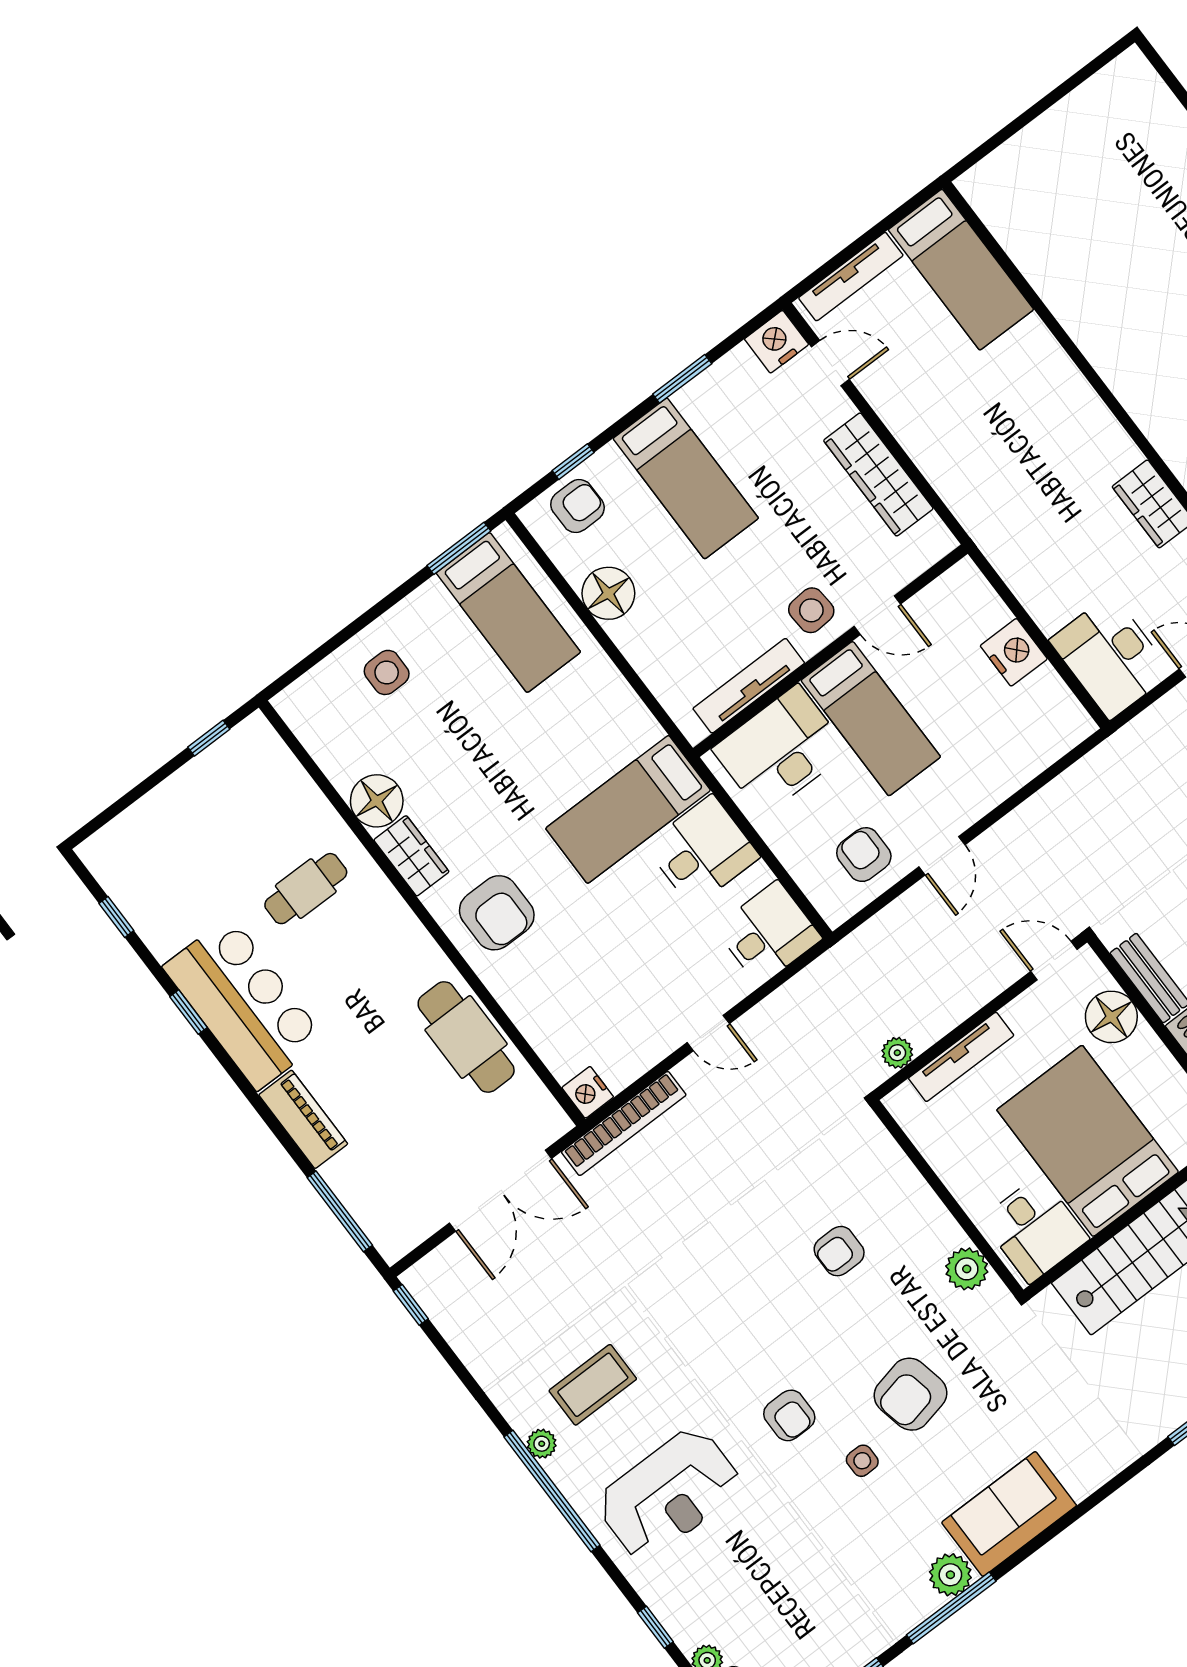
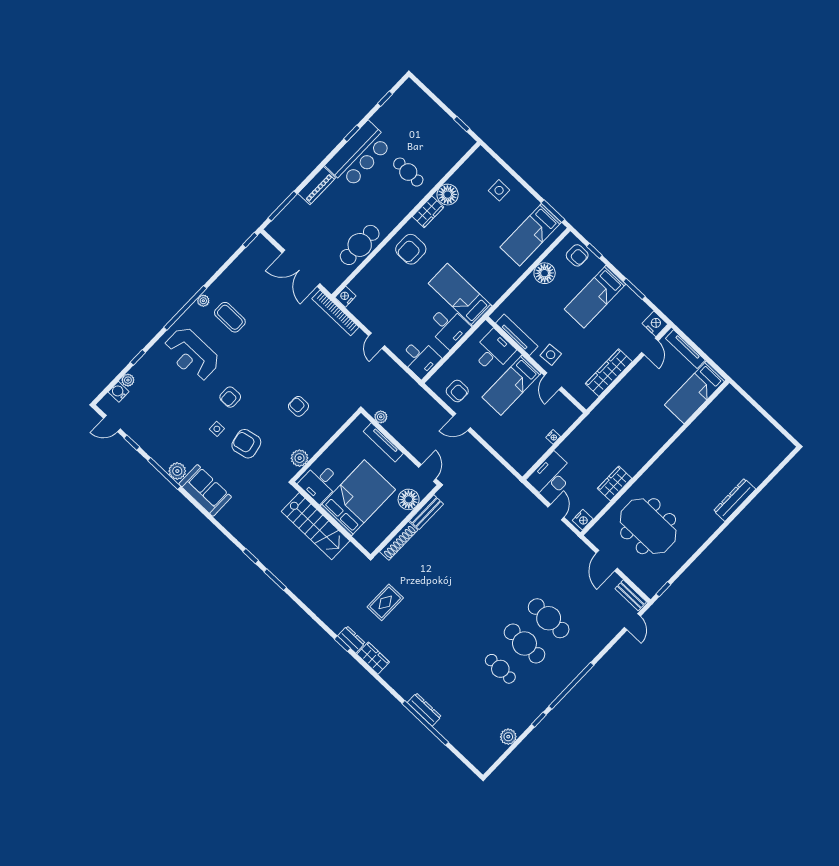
nightstand: (1014, 652) -> (553, 437), width x0.53, depth x0.56
desk: (781, 750) -> (493, 351), width x0.73
armchair: (864, 855) -> (457, 391), turned 90

